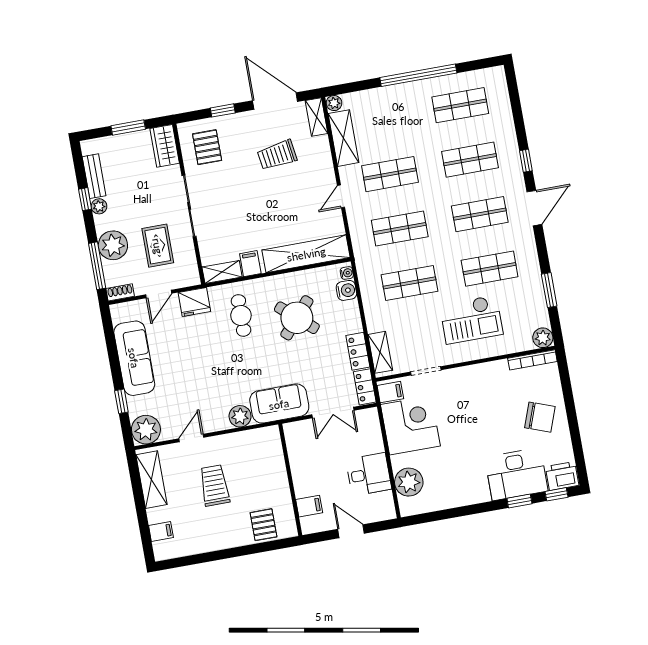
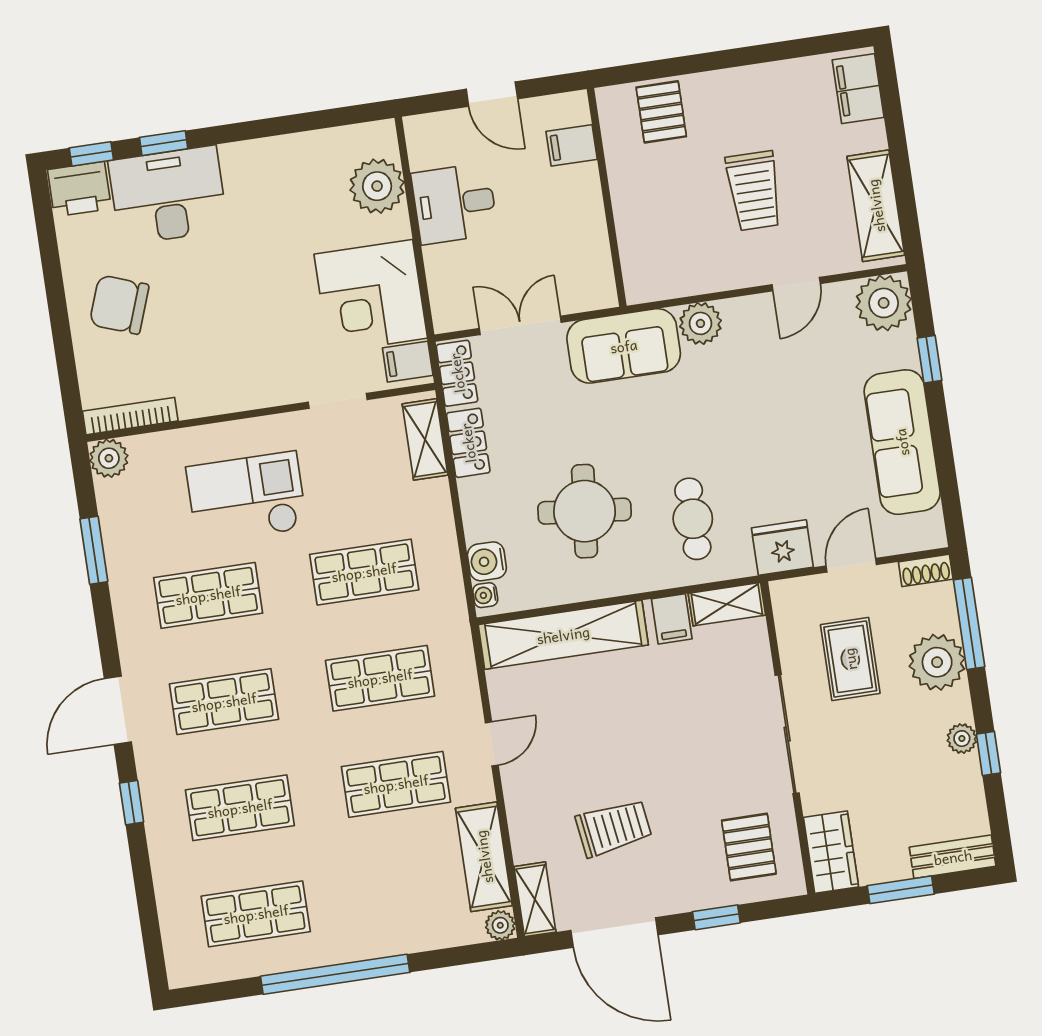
bench: (94, 176) -> (953, 857), moved, turned 90
round table: (297, 318) -> (585, 511), turned -35
filing cabinet: (161, 532) -> (858, 89), width x2.00

